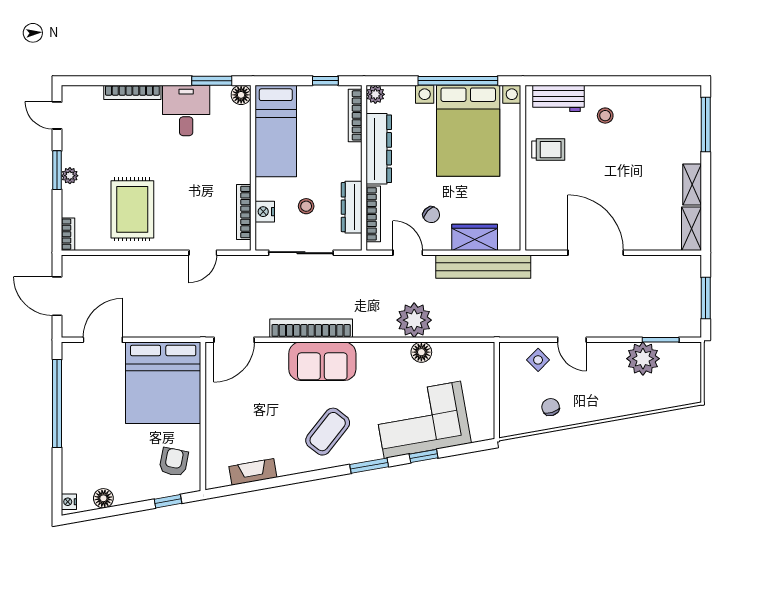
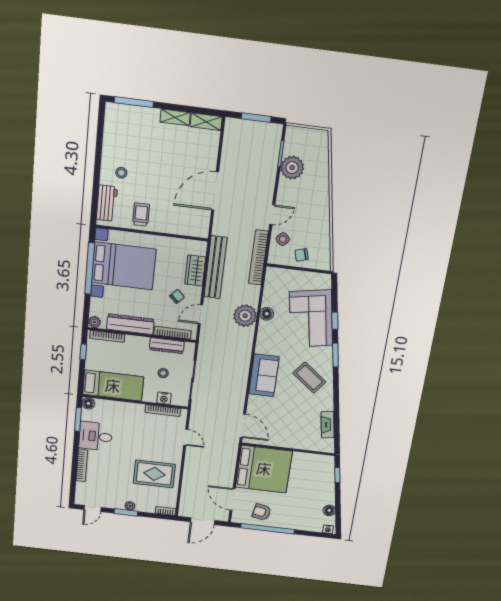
bookcase: (311, 328) -> (258, 258), moved
chair: (551, 407) -> (302, 255), moved
armchair: (174, 462) -> (262, 512), moved

